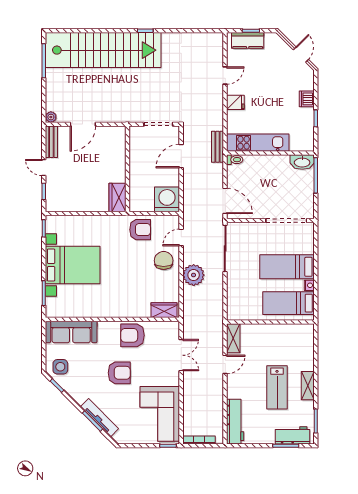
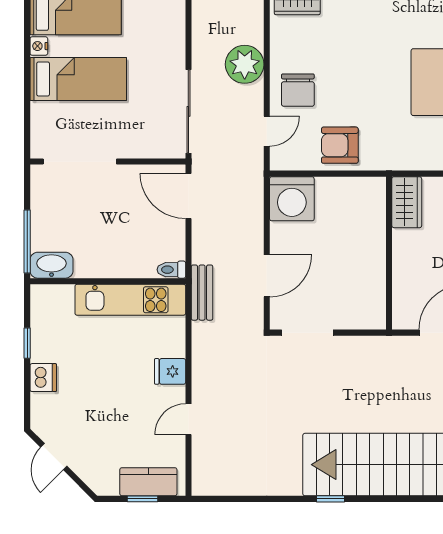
wall: (128, 169) -> (389, 253), moved
wardrobe: (118, 198) -> (407, 202), moved

